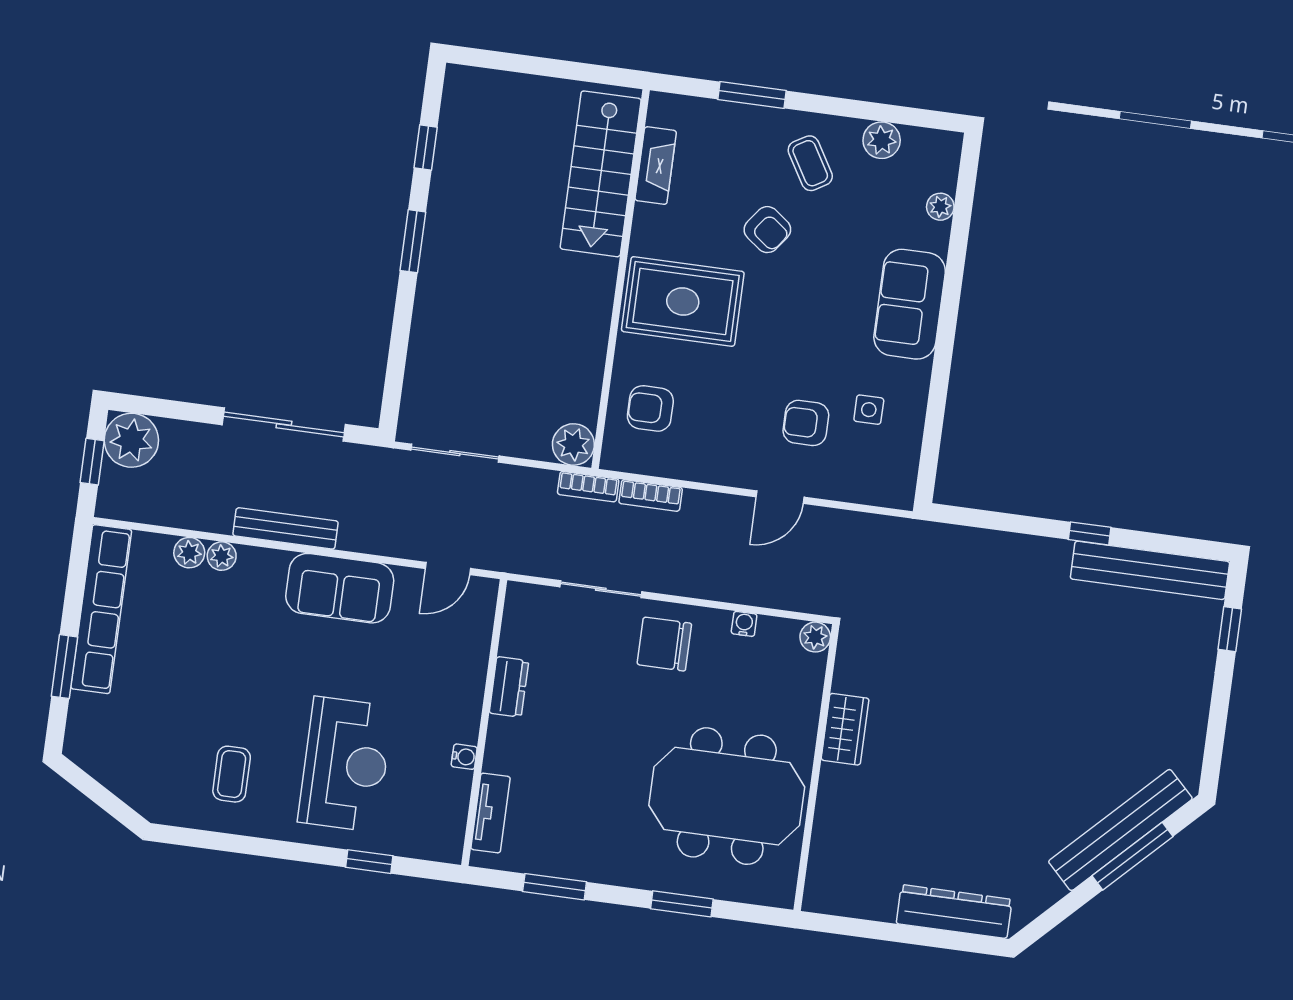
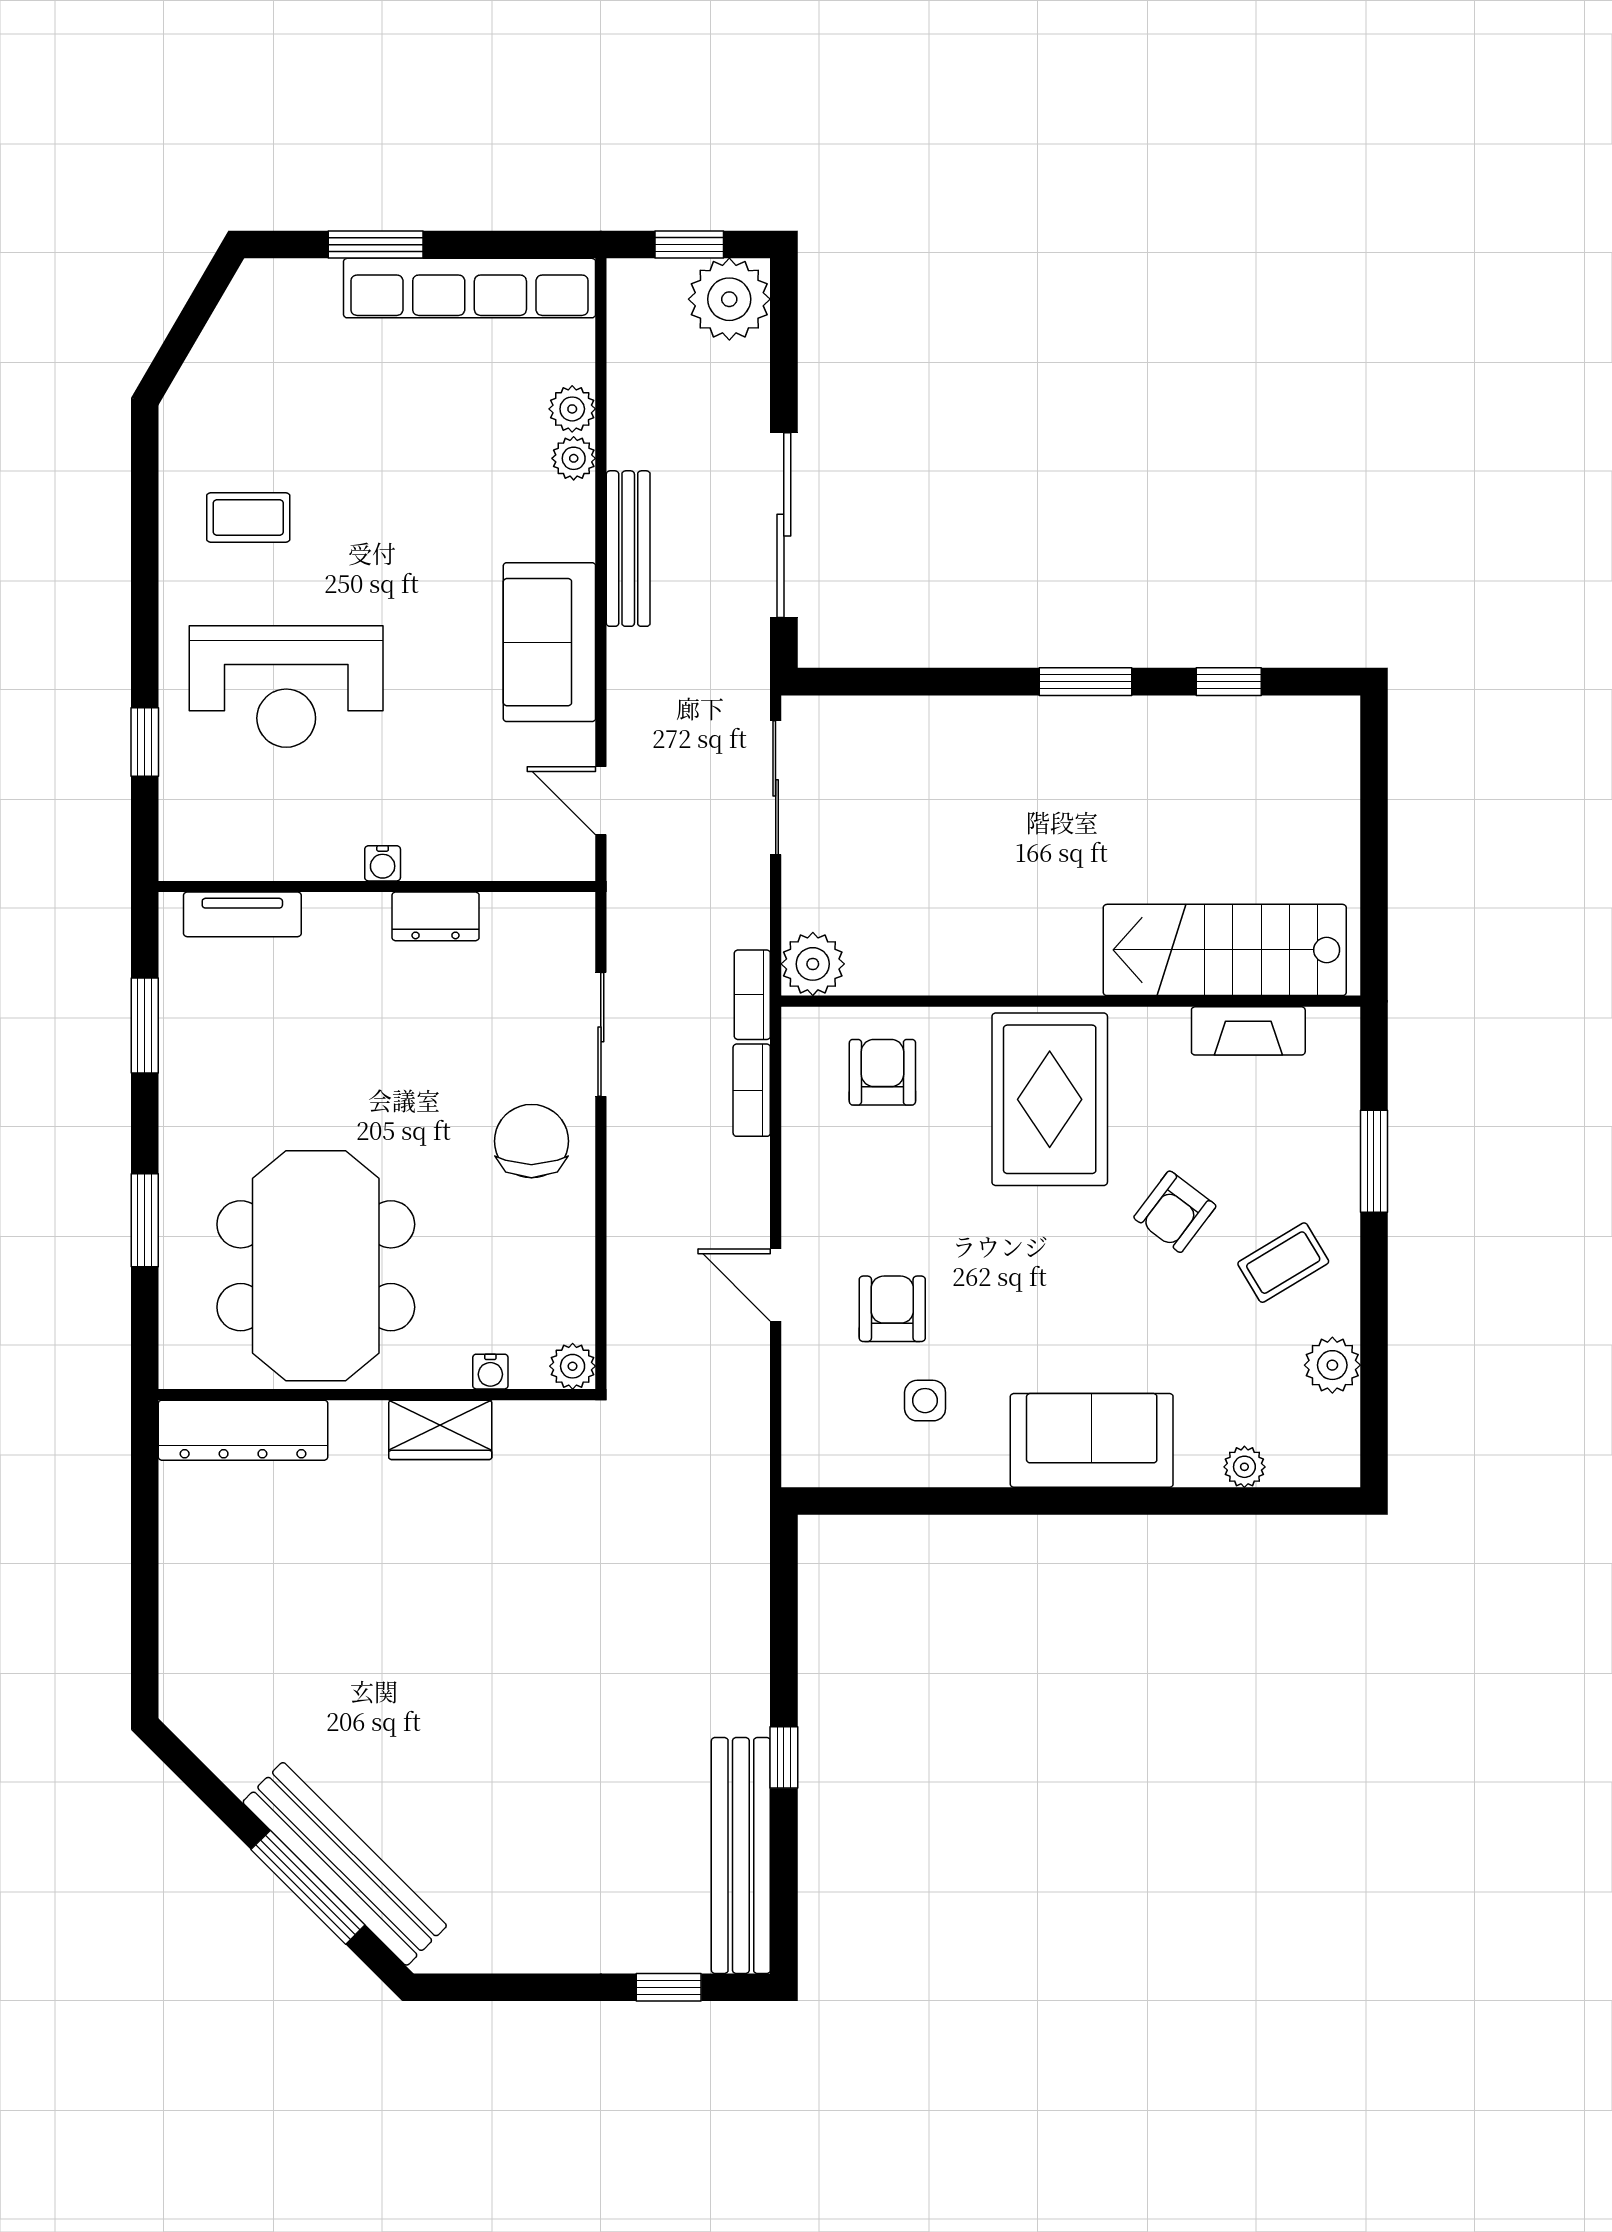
water cooler: (744, 624) -> (490, 1372), moved, turned 90
water cooler: (464, 757) -> (383, 863), moved
dresser: (954, 911) -> (243, 1430), moved, turned 90

